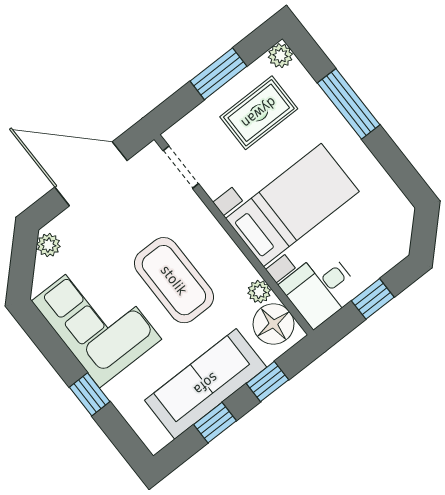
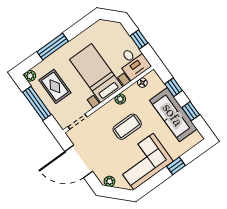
window: (219, 74) -> (37, 103), width x1.44
door: (91, 174) -> (79, 161), hinge flipped
coffee table: (174, 280) -> (127, 127), width x0.73, depth x0.76
plant: (259, 292) -> (120, 99), moved
floor lamp: (273, 324) -> (142, 83), width x0.53, depth x0.53

